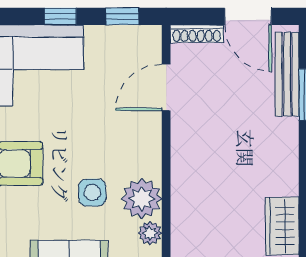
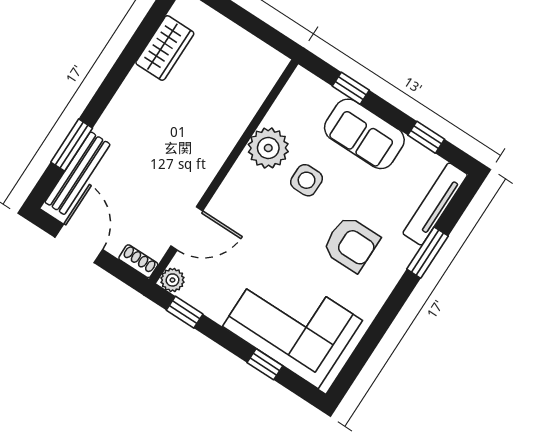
window: (60, 16) -> (265, 364), moved
shoe rack: (197, 34) -> (138, 261), width x0.70
plant: (150, 233) -> (172, 280), moved

